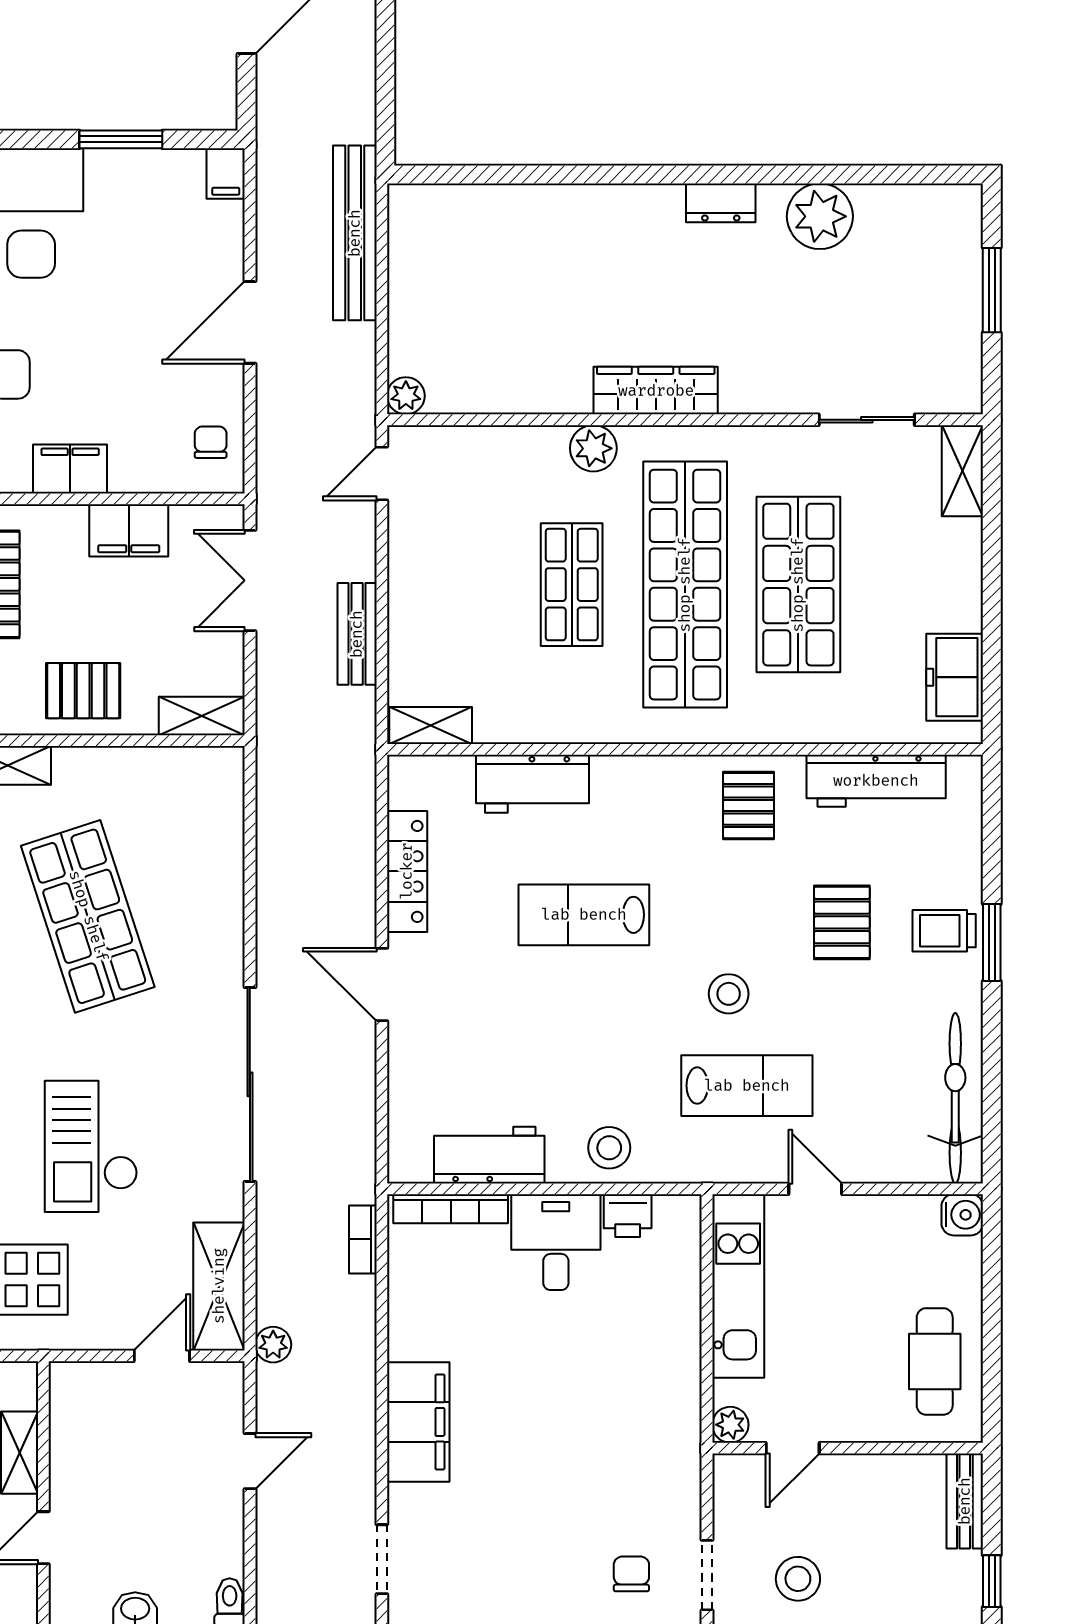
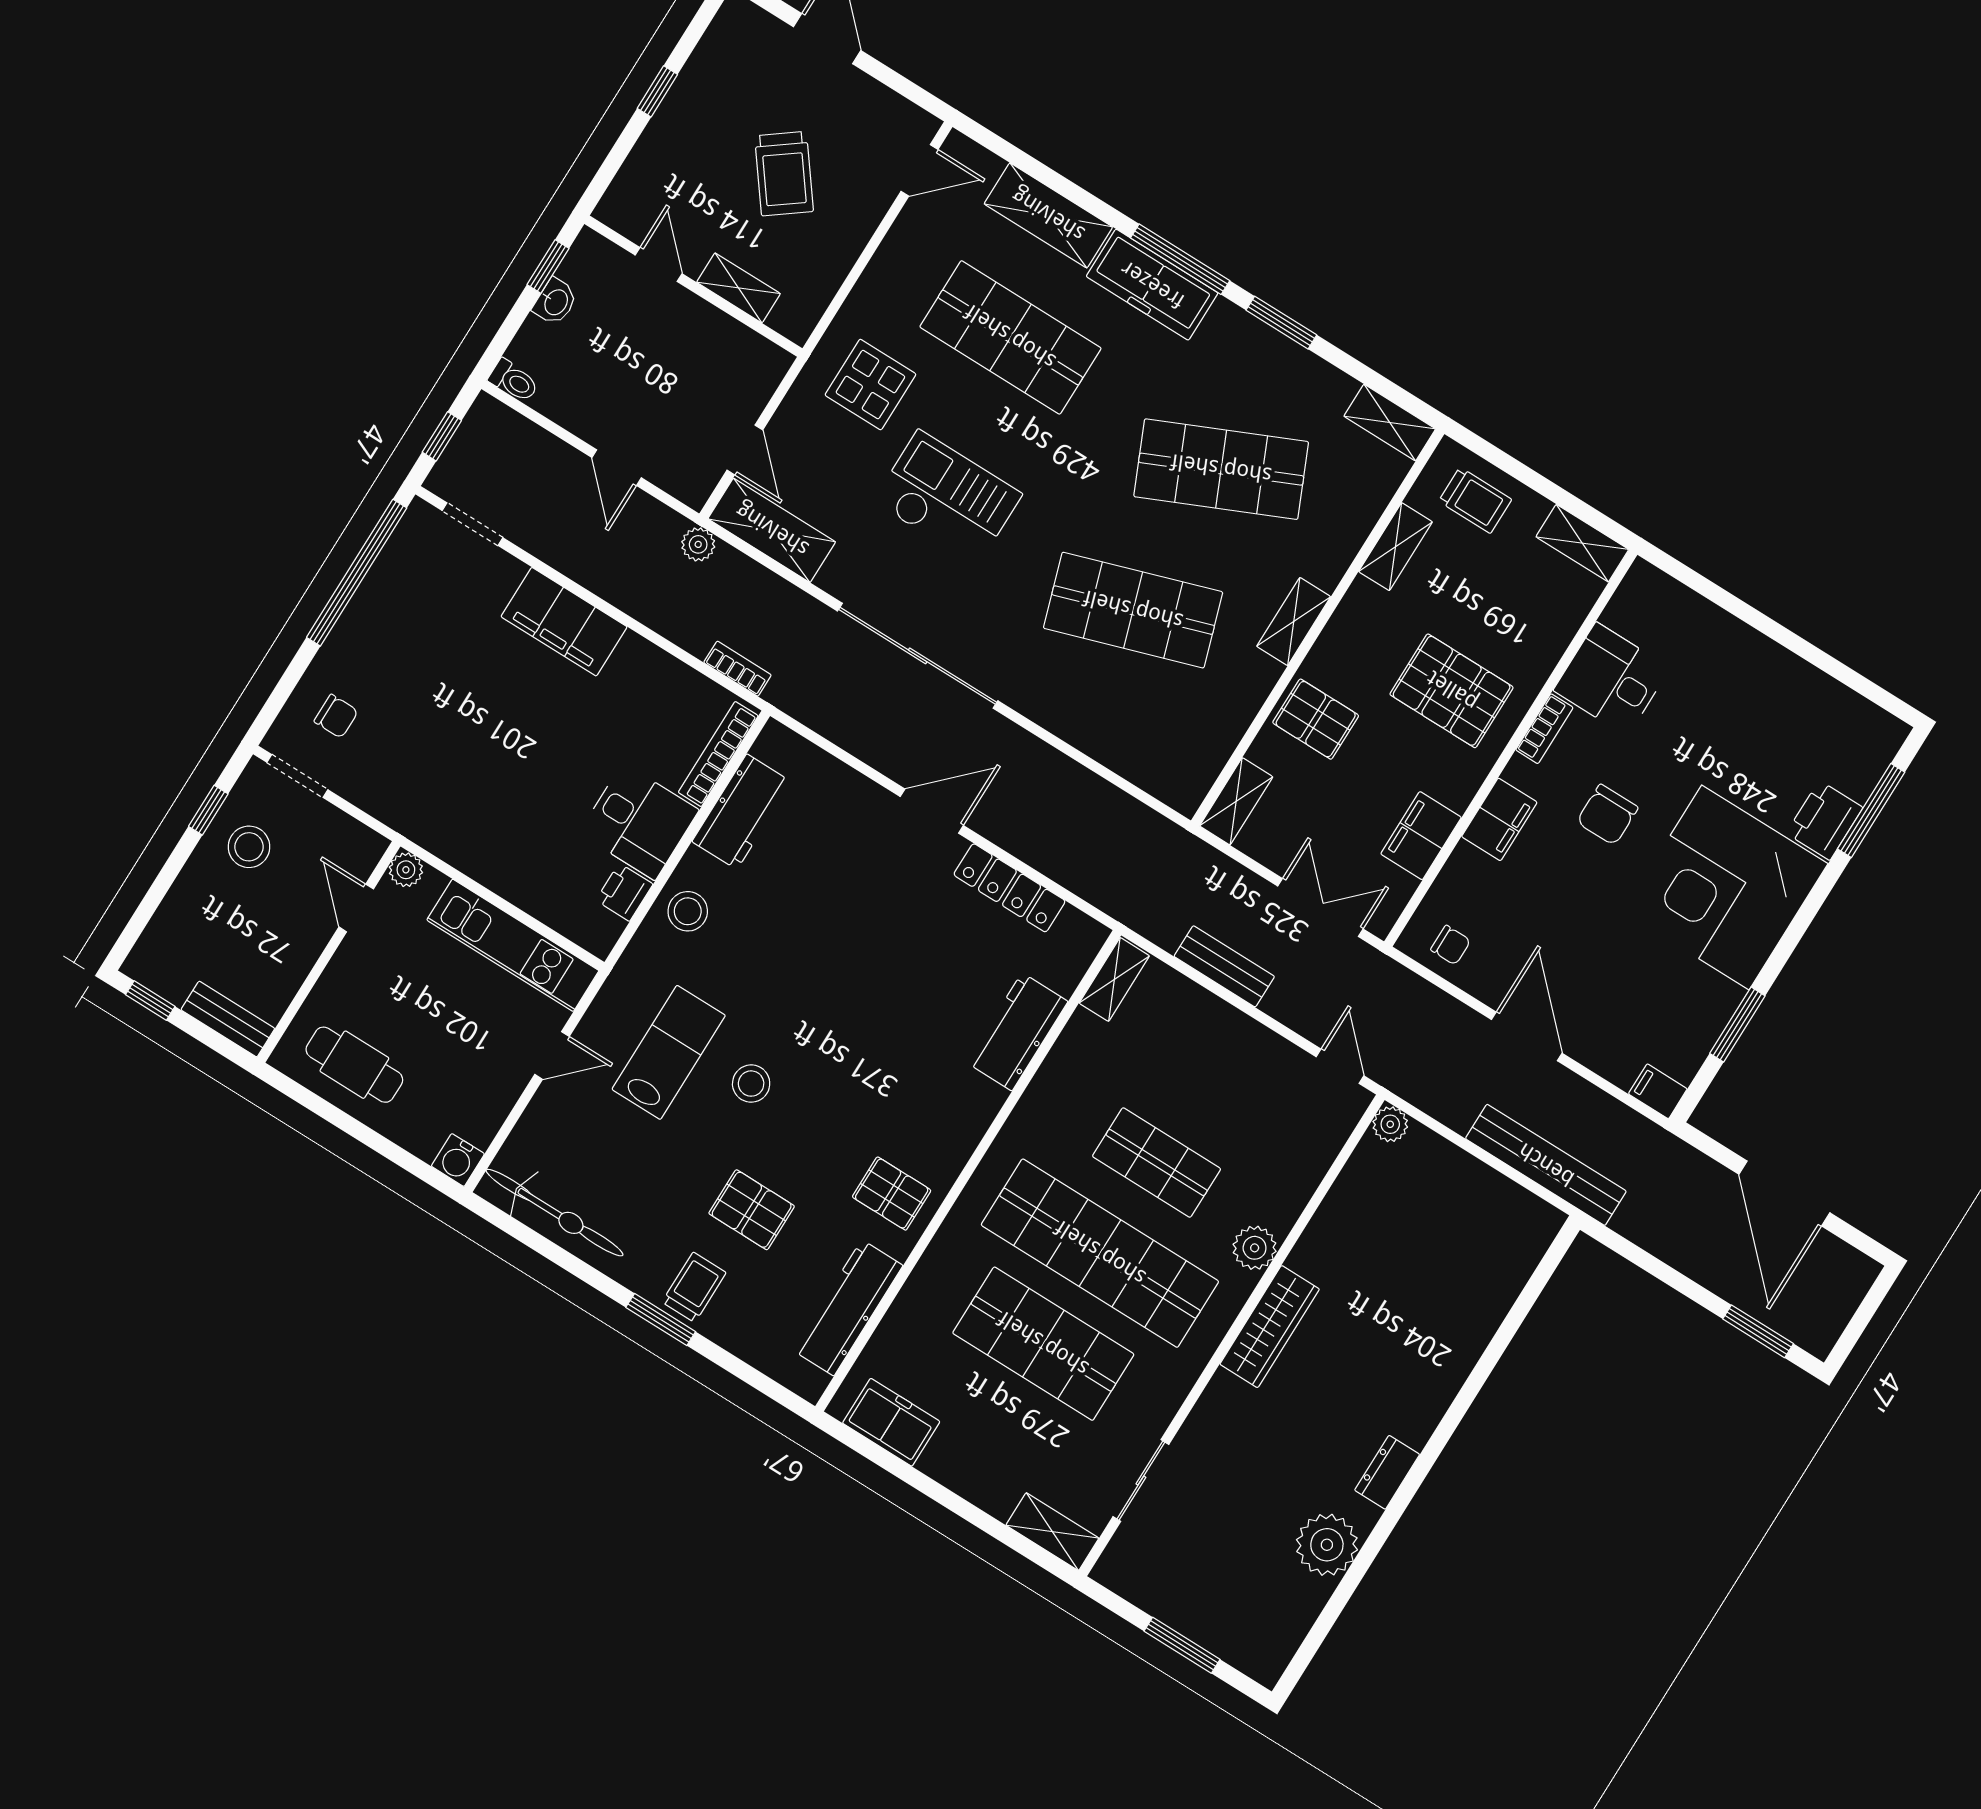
pallet: (83, 691) -> (1316, 719), turned 90
lab bench: (584, 915) -> (886, 1007), removed
lab bench: (747, 1086) -> (669, 1052), turned 180

